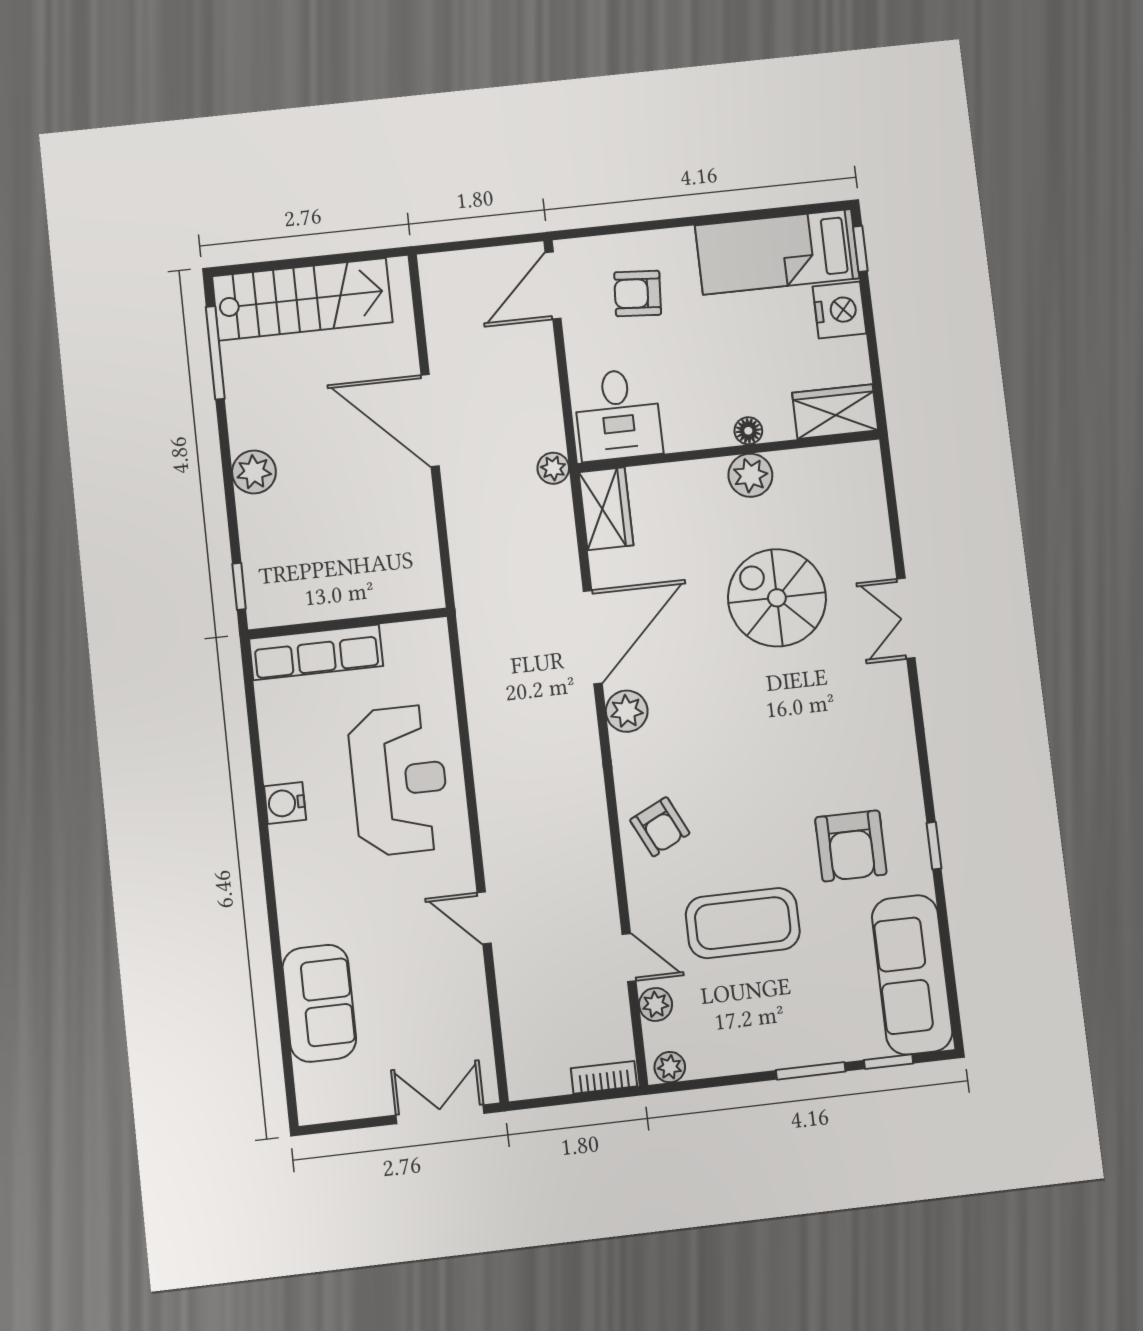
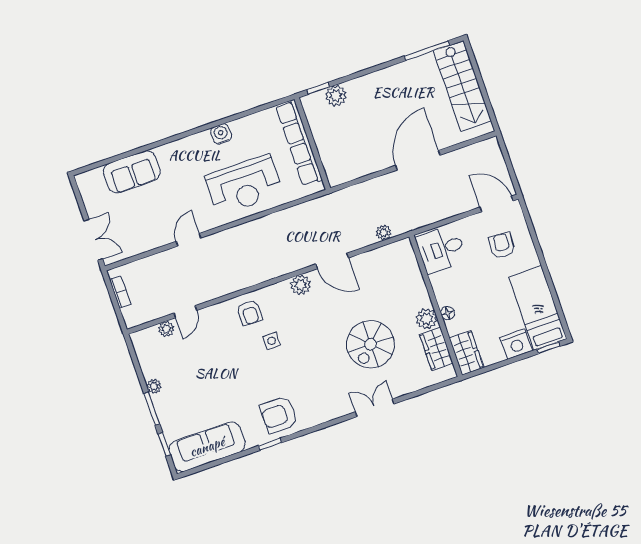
plant: (553, 468) -> (384, 233), moved
plant: (254, 472) -> (336, 96), moved
wardrobe: (606, 509) -> (436, 349), moved, turned 90
spiral stairs: (777, 598) -> (371, 344), turned 180
door: (593, 637) -> (332, 261), width x0.73
row of seats: (316, 652) -> (299, 143), width x1.36
side table: (726, 795) -> (272, 341), added
armchair: (660, 827) -> (250, 313), turned -64
armchair: (851, 846) -> (279, 415), moved
coffee table: (743, 923) -> (213, 362), removed
plant: (670, 1067) -> (154, 386), moved
bookcase: (604, 1077) -> (120, 292), moved

